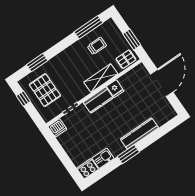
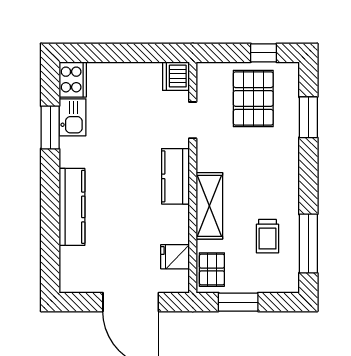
fridge: (115, 89) -> (175, 257), moved
pallet: (45, 90) -> (253, 98), turned 90
window: (128, 154) -> (50, 127), moved

